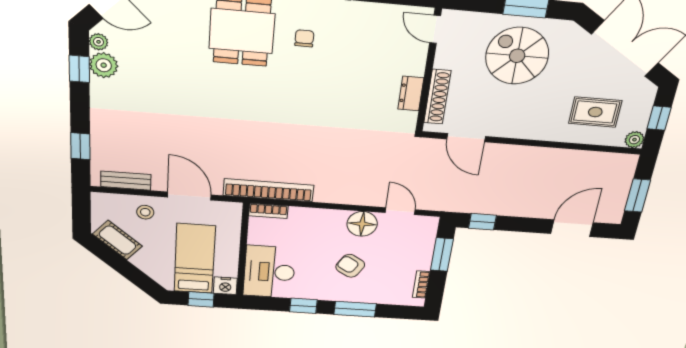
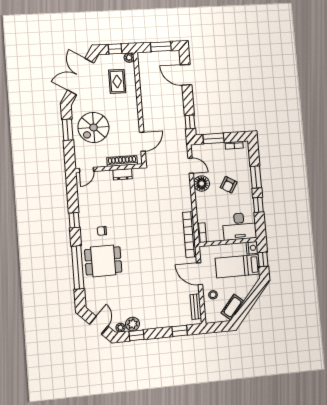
door: (189, 196) -> (200, 274), hinge flipped
door: (400, 211) -> (191, 166), swing flipped

